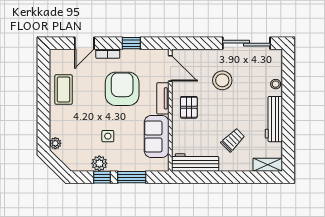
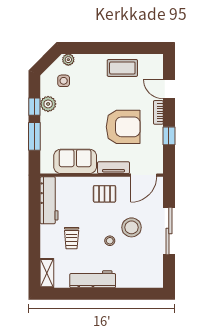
sliding door: (246, 43) -> (169, 231), moved
stool: (276, 84) -> (110, 241), moved
side table: (108, 136) -> (64, 81), moved
trolley: (233, 140) -> (72, 238), turned 45

